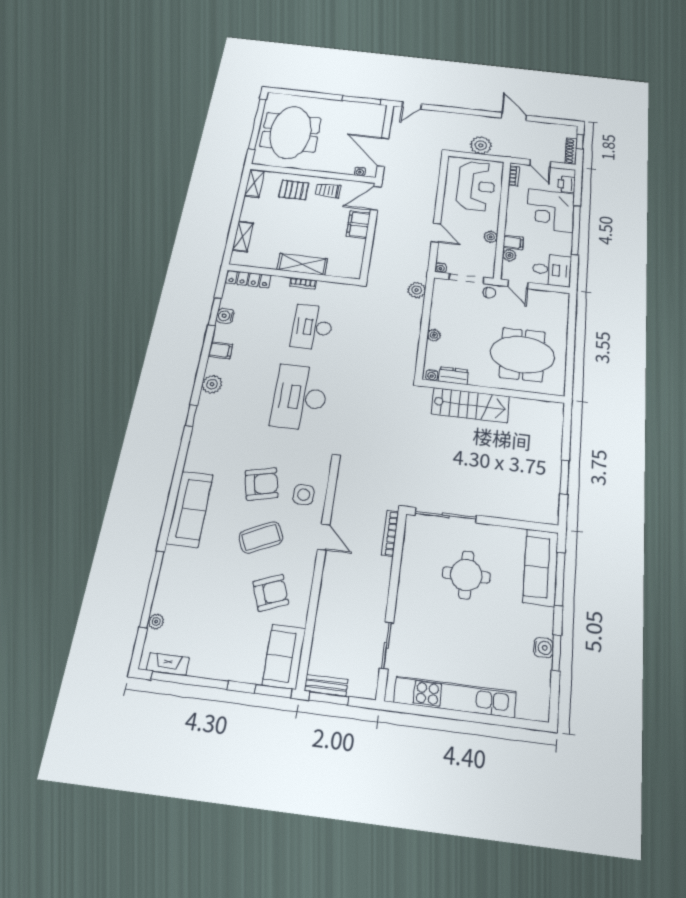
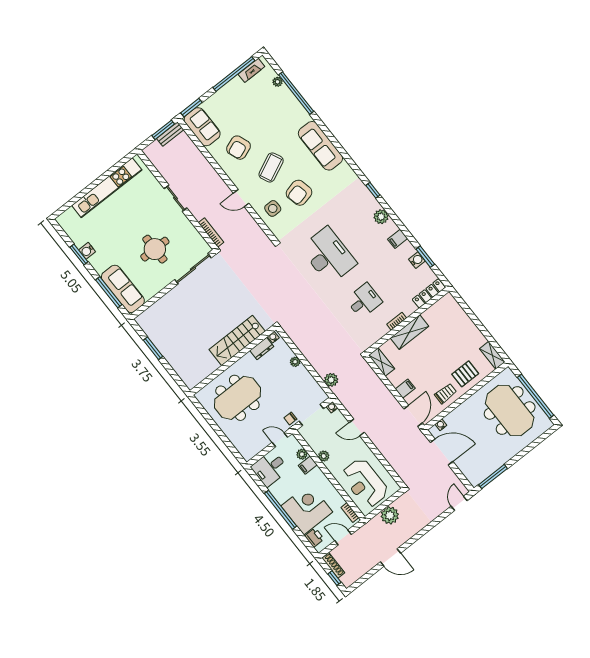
filing cabinet: (358, 225) -> (405, 389), width x0.50
shelving: (243, 237) -> (382, 362), moved
desk: (312, 327) -> (364, 301), width x0.73
sliding door: (387, 645) -> (176, 198), moved

